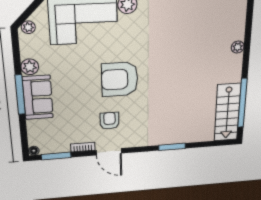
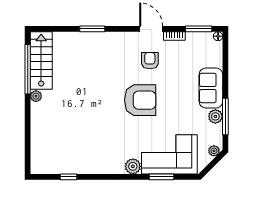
plant: (238, 47) -> (36, 96), moved
window: (20, 95) -> (225, 116), moved
armchair: (110, 121) -> (150, 61), turned 180

